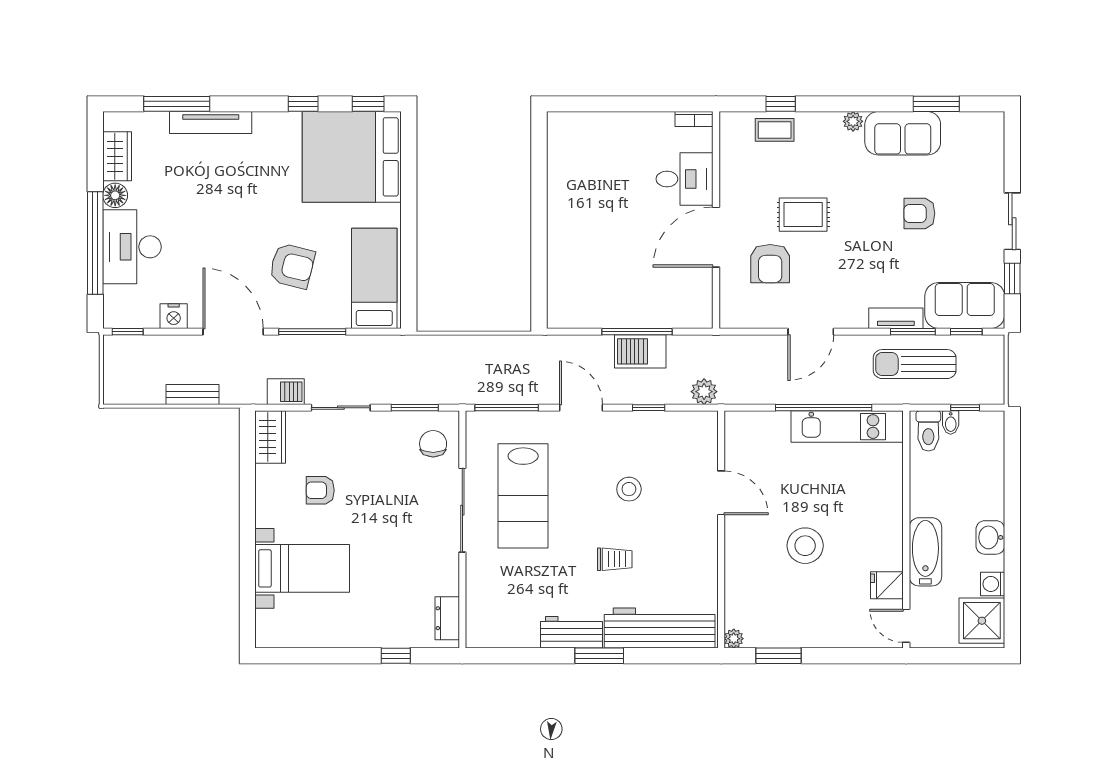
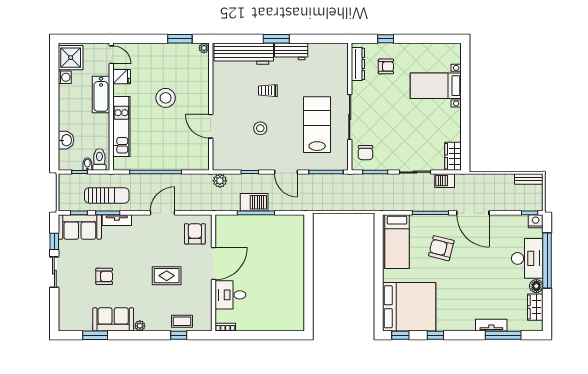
tv unit: (211, 123) -> (491, 325), width x0.71
armchair: (770, 264) -> (195, 234), moved
nightstand: (174, 316) -> (536, 221), moved
bench: (193, 395) -> (529, 179), moved
kitchen unit: (847, 427) -> (121, 127), moved, turned 90
armchair: (320, 490) -> (386, 66), moved
washbasin: (990, 537) -> (66, 140), moved
dresser: (447, 618) -> (358, 64), width x1.44

